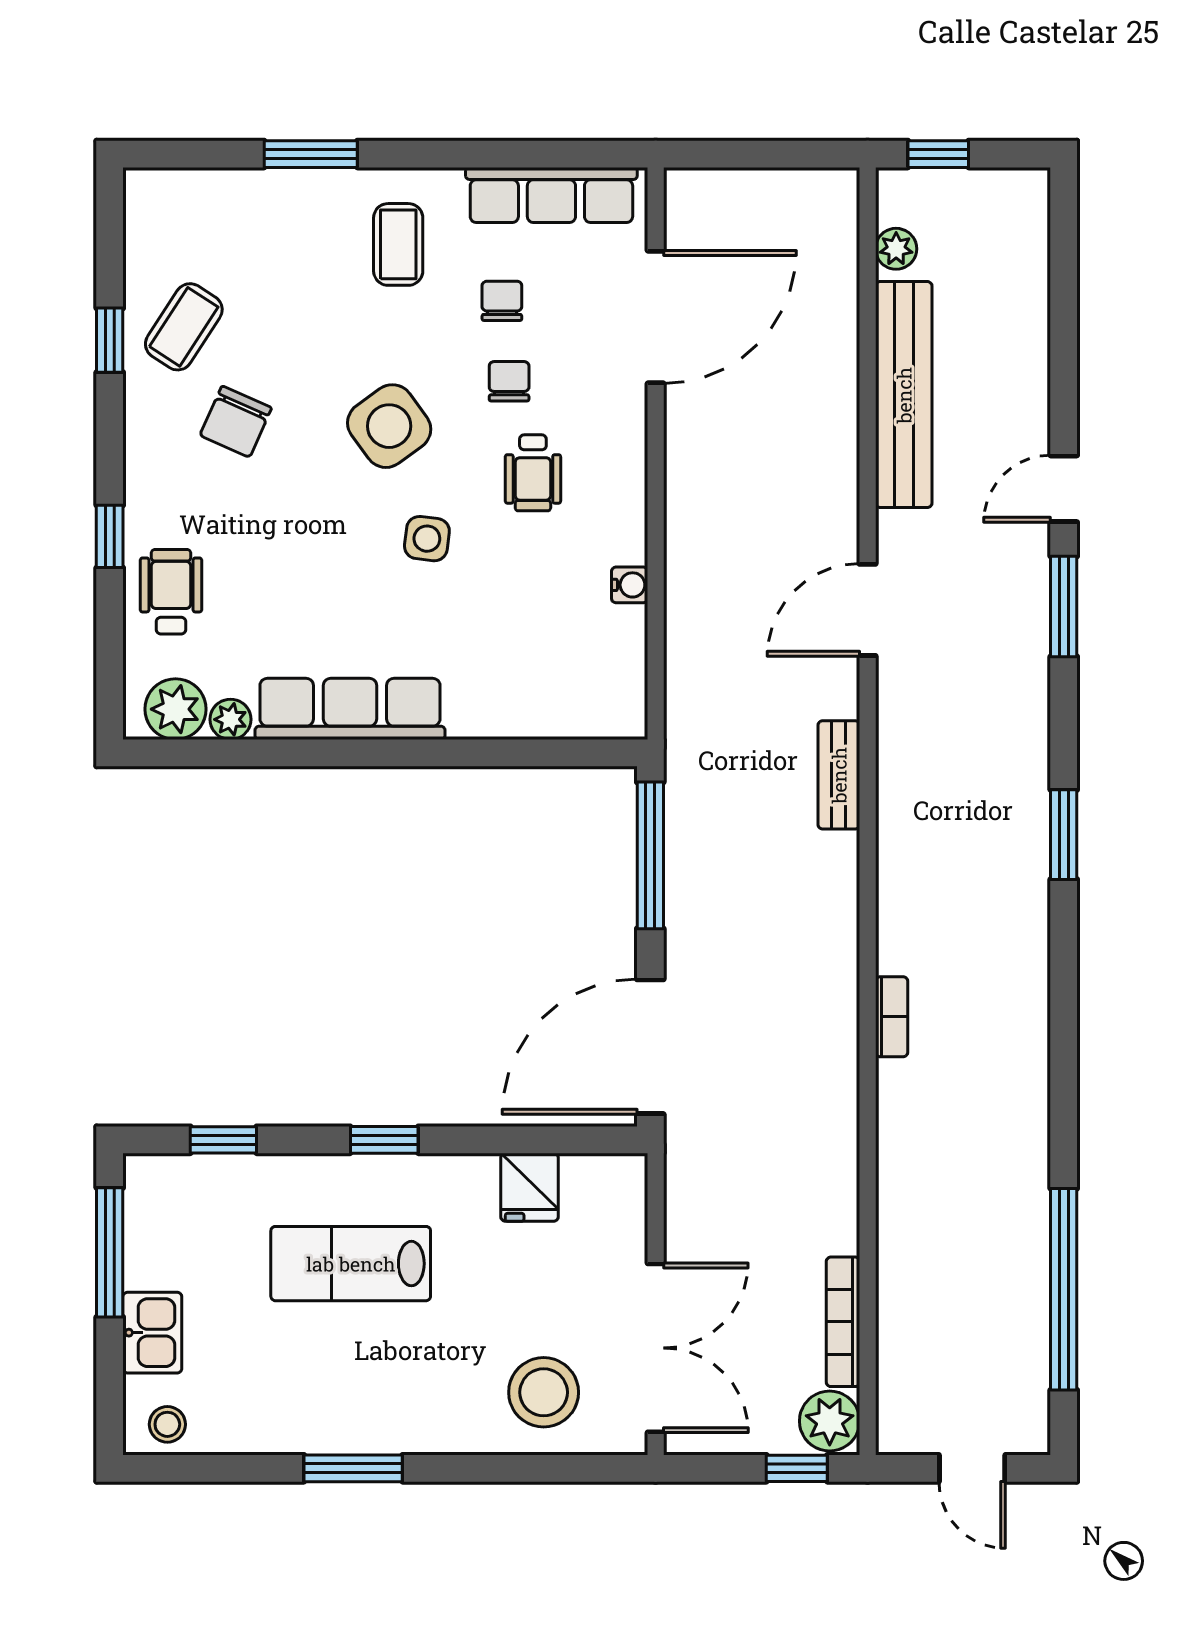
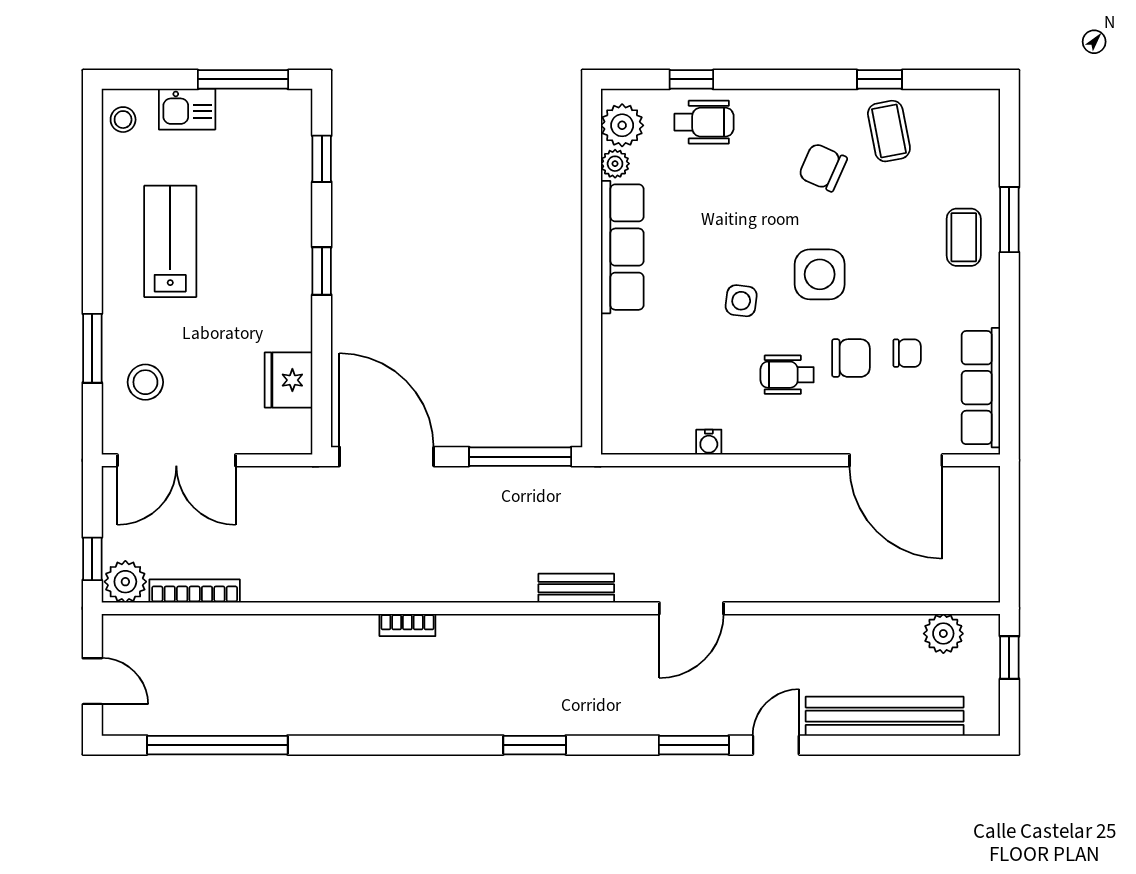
coffee table: (398, 244) -> (964, 237), moved, turned 90
plant: (896, 249) -> (943, 634), width x1.38, depth x1.38
coffee table: (184, 327) -> (889, 131), turned 46
chair: (509, 381) -> (851, 358), width x1.37, depth x1.37
bench: (904, 395) -> (885, 716), moved
side table: (389, 426) -> (820, 274), turned 36
door: (1064, 489) -> (776, 745), hinge flipped
window: (110, 536) -> (691, 79), moved
door: (868, 610) -> (691, 608), swing flipped
fridge: (530, 1187) -> (289, 380), width x1.38
lab bench: (351, 1264) -> (170, 241), moved
stool: (544, 1392) -> (145, 382), width x0.73, depth x0.73
window: (353, 1468) -> (92, 348), moved
door: (972, 1468) -> (92, 681), swing flipped

